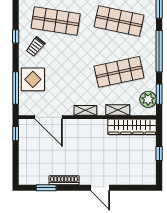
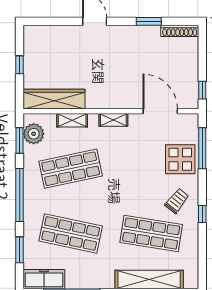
shoe rack: (64, 180) -> (180, 31), moved
window: (46, 188) -> (149, 21), moved

